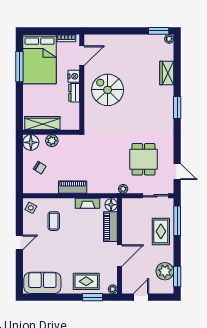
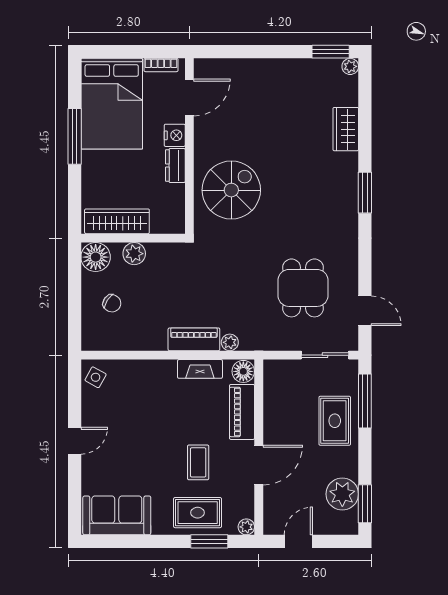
window: (19, 67) -> (75, 136), moved
spiral stairs: (108, 90) -> (231, 190), moved, turned 90
piano: (73, 187) -> (194, 339), moved
plant: (123, 189) -> (230, 342), moved
coffee table: (54, 221) -> (198, 462), moved

